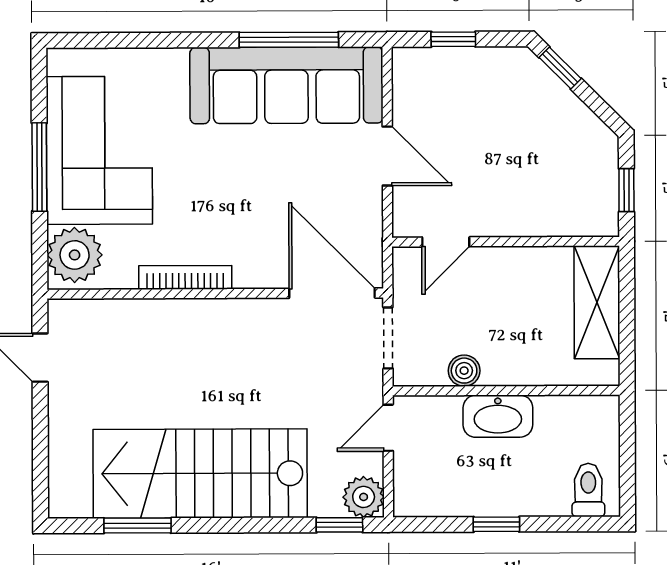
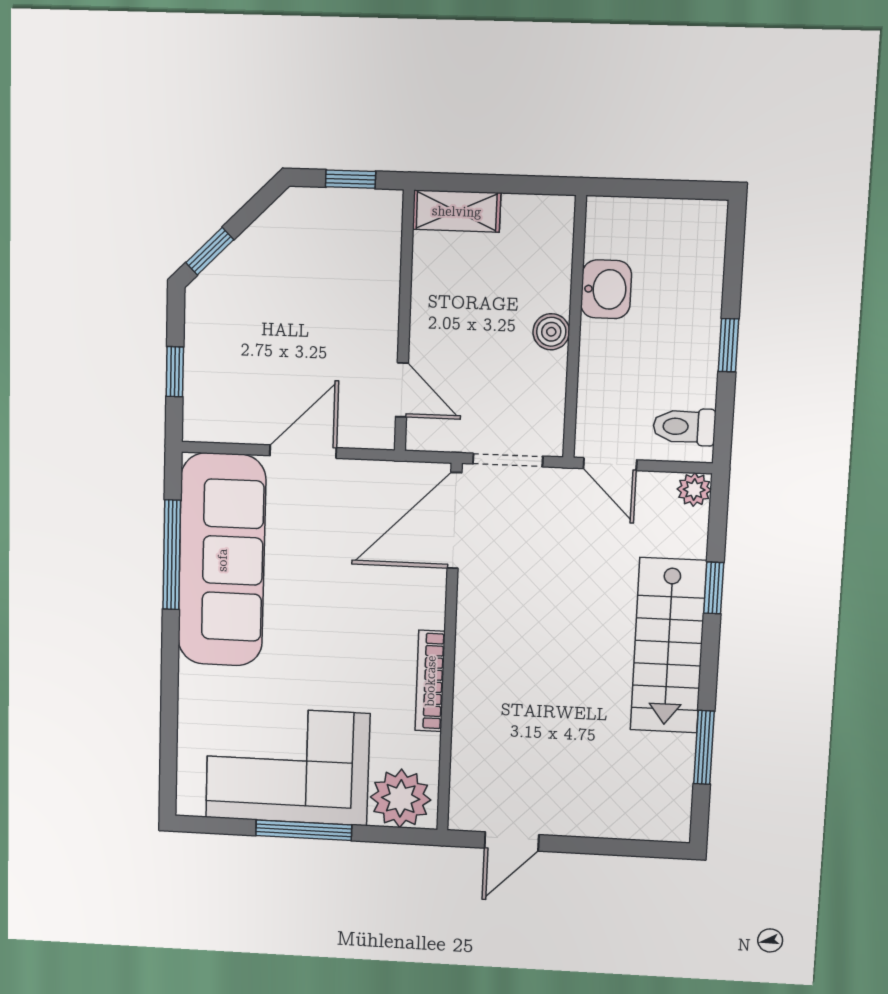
shelving: (597, 302) -> (457, 211), width x0.67, depth x0.75
boiler: (464, 371) -> (551, 332), moved
washbasin: (498, 416) -> (606, 289), moved, width x0.72
stairs: (200, 474) -> (668, 645), width x0.73, depth x0.66
toilet: (588, 490) -> (684, 427), moved
plant: (364, 497) -> (694, 490), width x0.73, depth x0.73
window: (339, 525) -> (714, 588), moved

